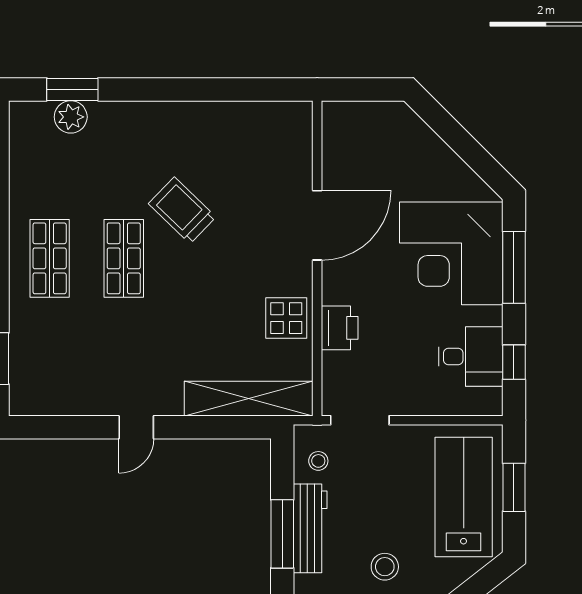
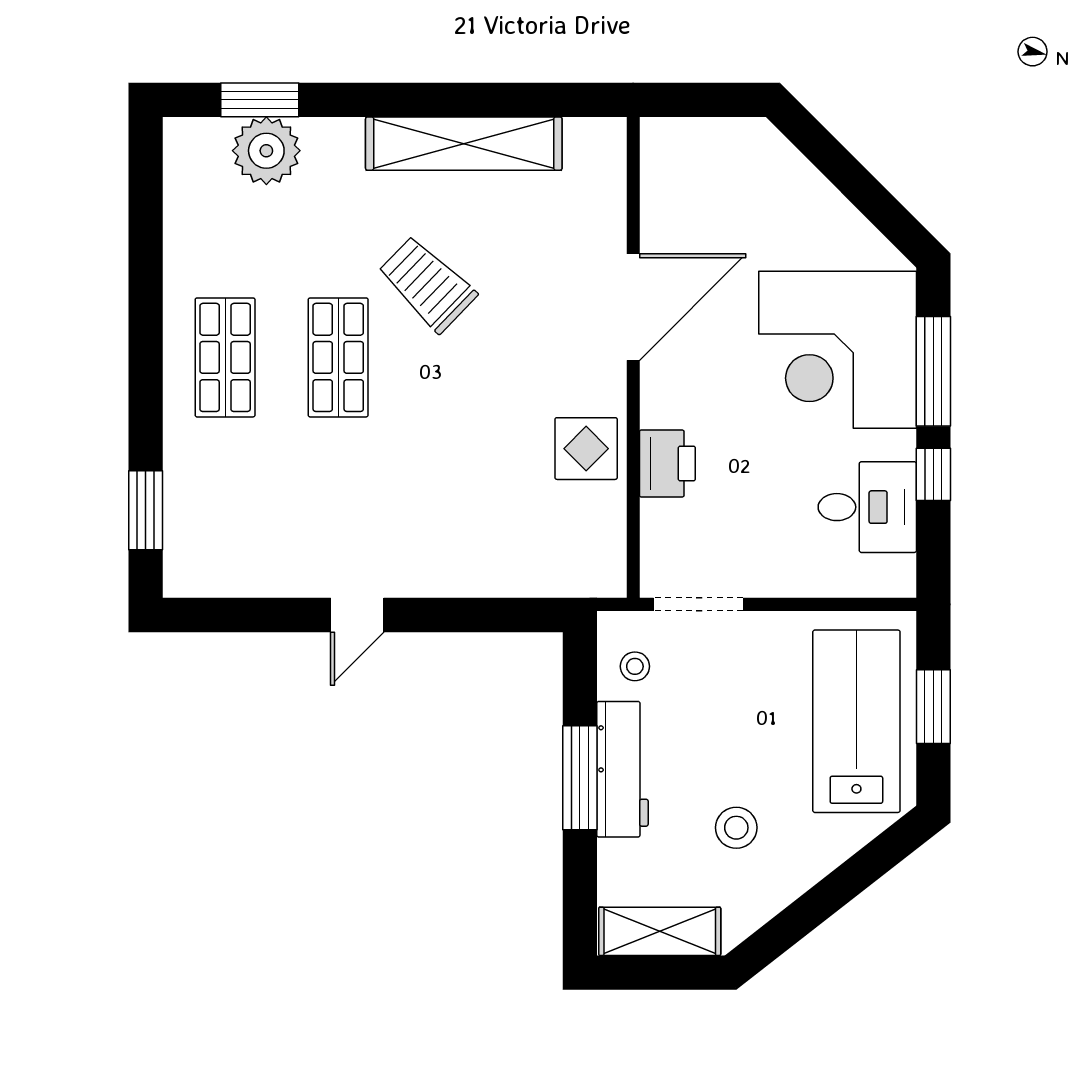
plant: (71, 117) -> (266, 151), width x1.36, depth x1.36
window: (514, 362) -> (933, 474), moved
shelving: (249, 399) -> (464, 144), moved

